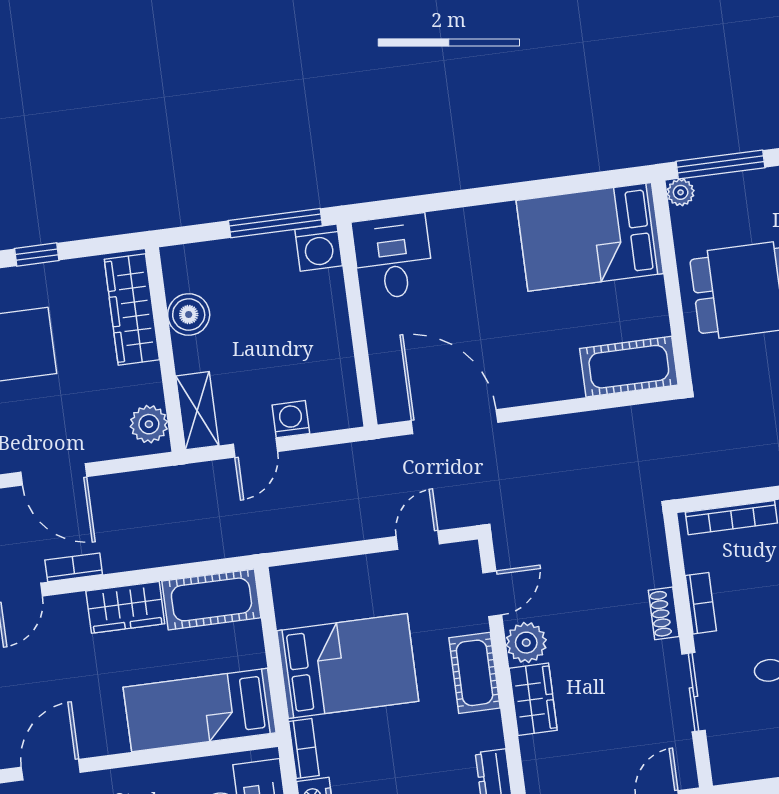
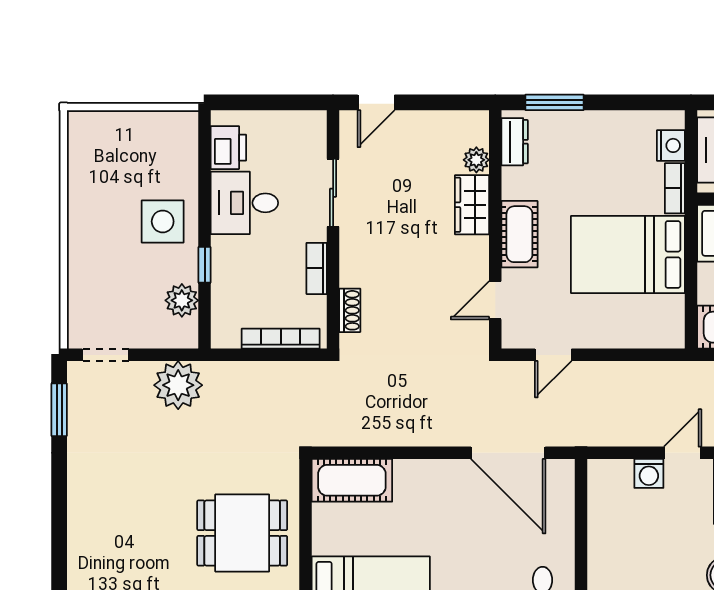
shoe rack: (664, 613) -> (350, 310), moved
plant: (526, 643) -> (476, 160), moved, width x0.73, depth x0.73

